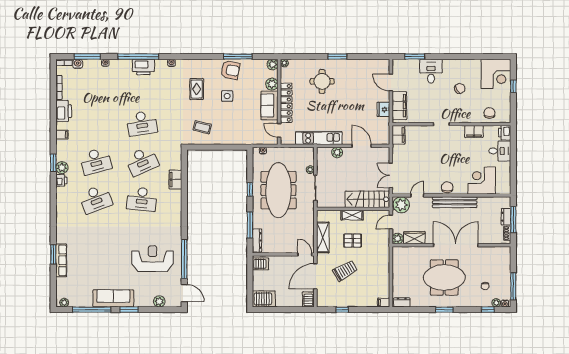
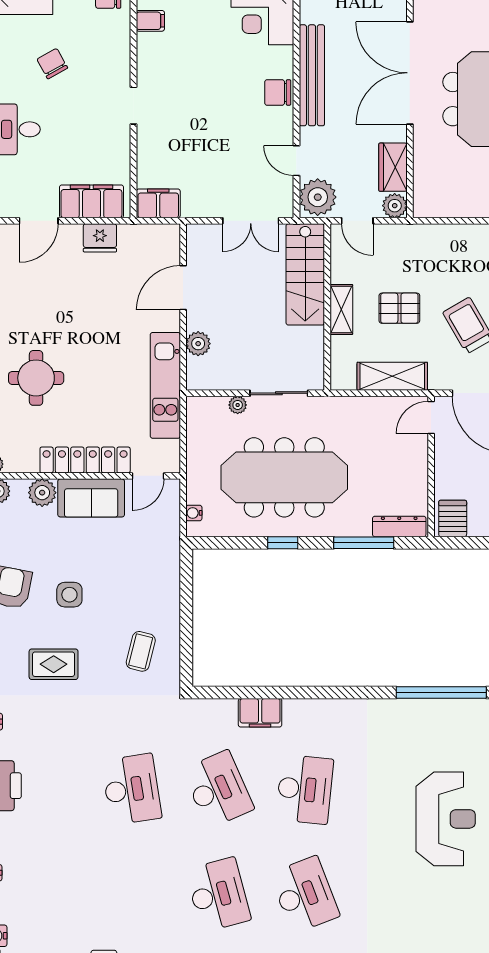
filing cabinet: (474, 131) -> (150, 21), width x0.50
pallet: (353, 241) -> (399, 308), turned 90
reception desk: (153, 259) -> (446, 819), moved, turned 180

